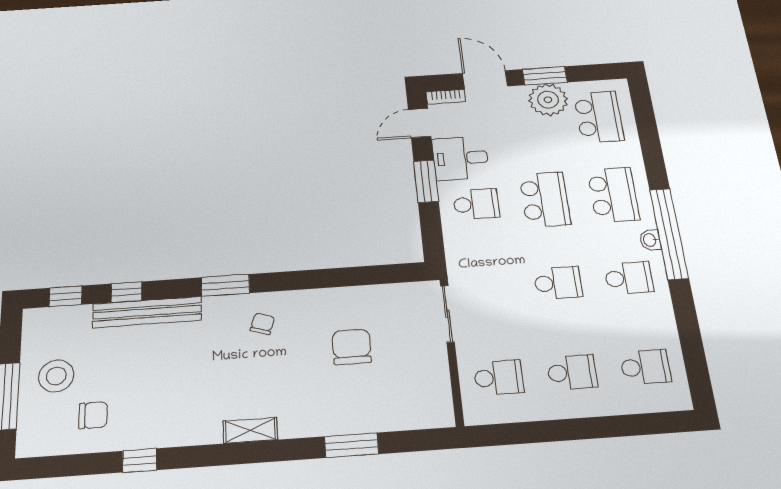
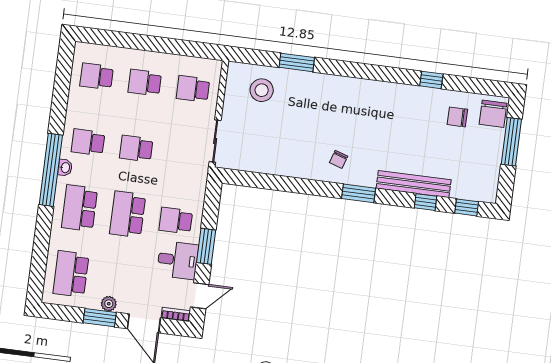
plant: (548, 100) -> (109, 304), width x0.53, depth x0.53
chair: (352, 347) -> (493, 114), moved
stool: (56, 376) -> (262, 90), moved
shelving: (250, 430) -> (359, 86), removed

